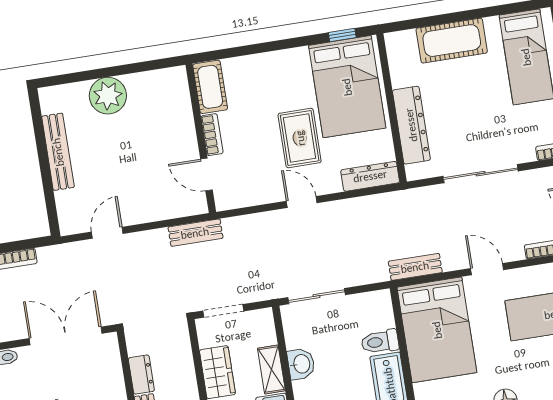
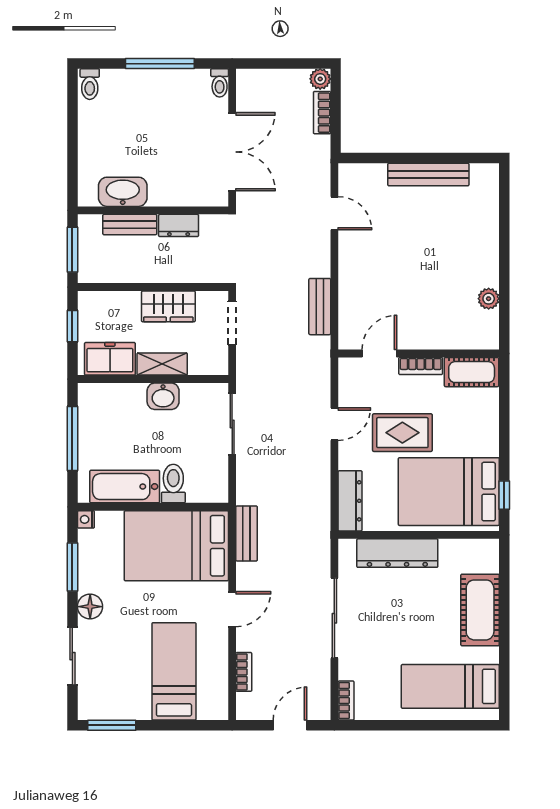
cot: (210, 87) -> (472, 372), moved
plant: (108, 96) -> (489, 299), moved, width x0.53, depth x0.53
bookcase: (212, 135) -> (421, 366), moved
wall: (201, 138) -> (419, 353), moved
door: (206, 174) -> (379, 353), moved

